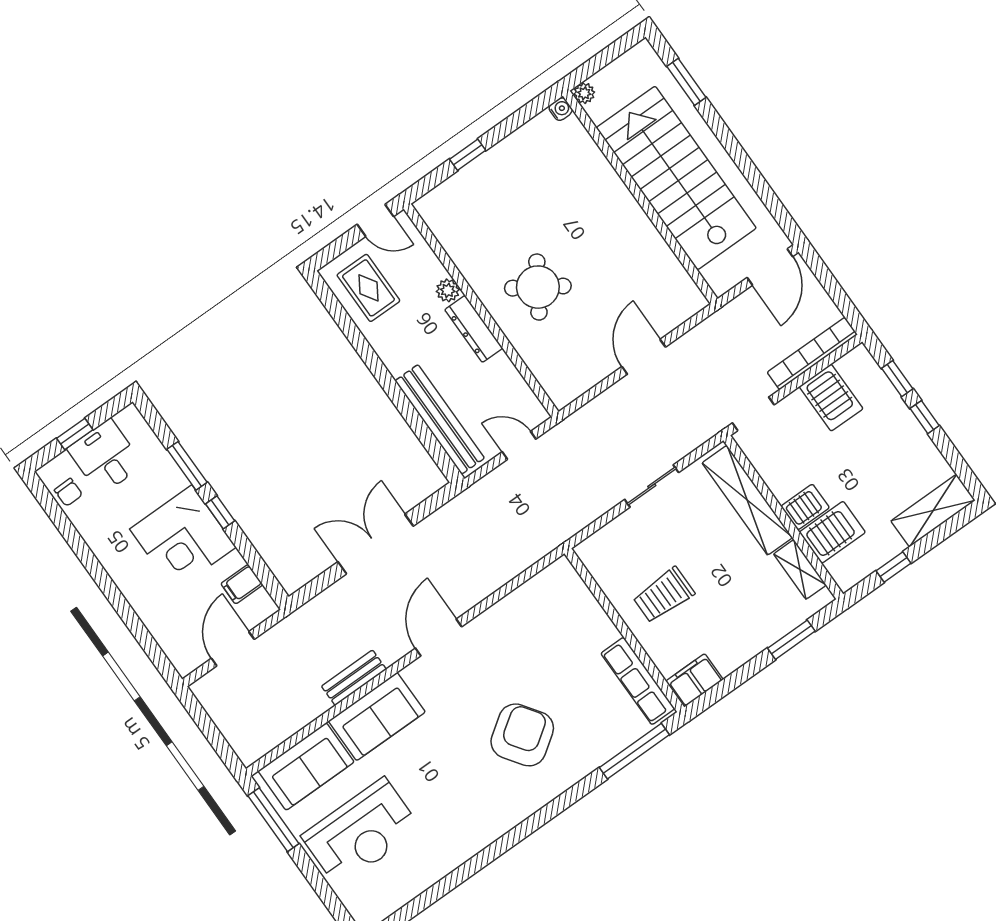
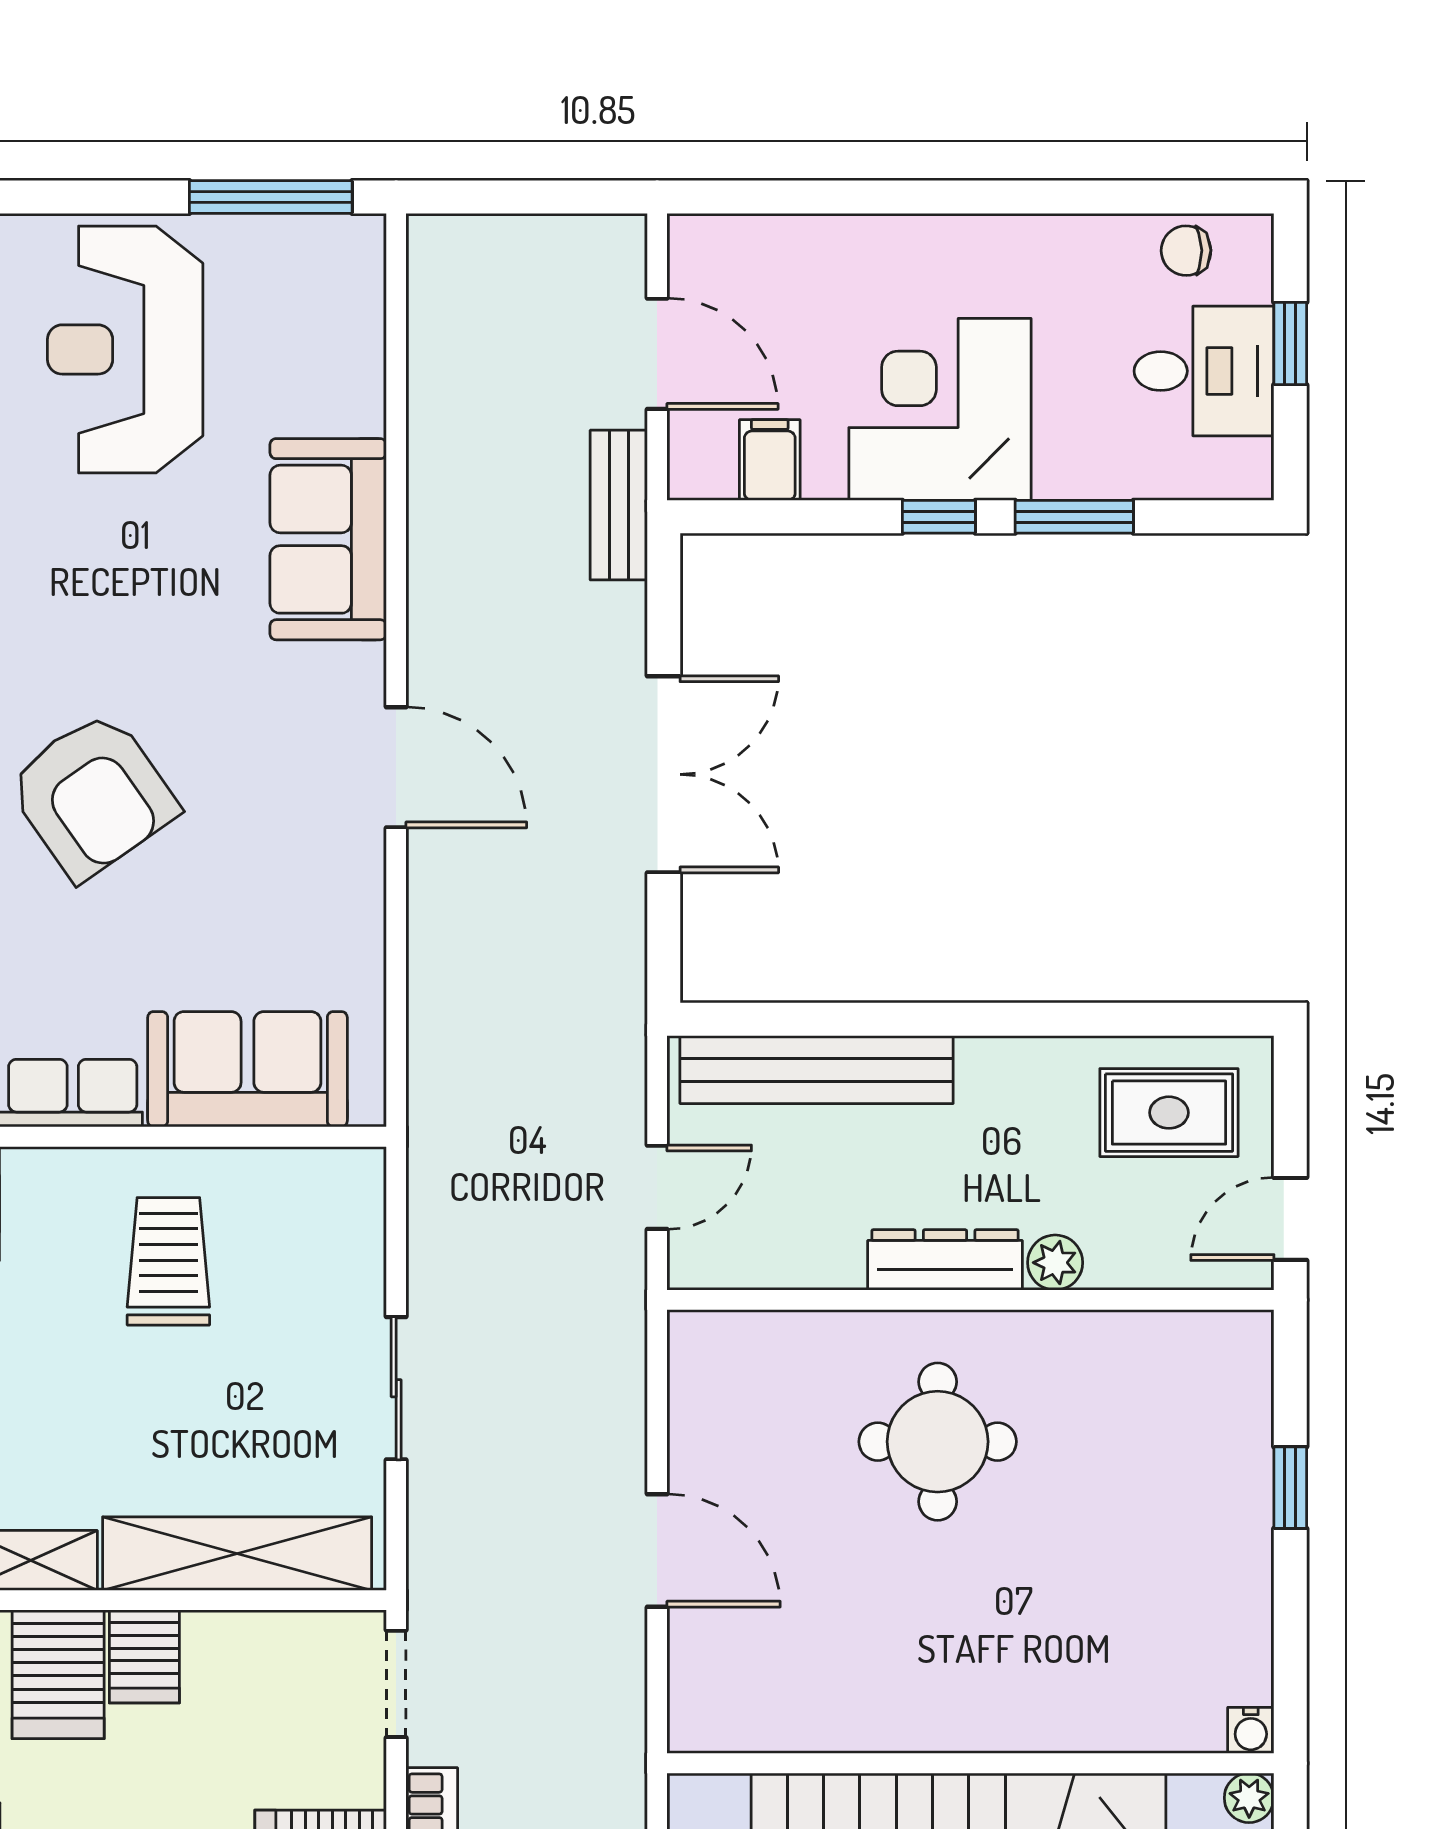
round table: (538, 287) -> (938, 1442), turned -33
bench: (354, 678) -> (619, 505), moved
sofa: (306, 766) -> (247, 1069), moved, turned 90

